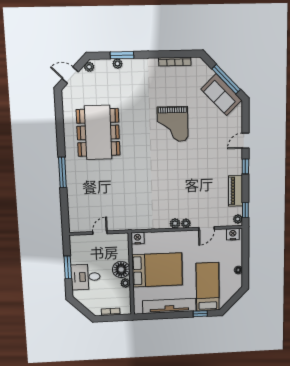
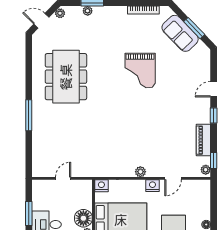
window: (226, 79) -> (194, 28), width x0.69
sofa: (221, 95) -> (180, 33), moved
plant: (186, 223) -> (152, 172), removed
nightstand: (233, 234) -> (152, 186), moved

